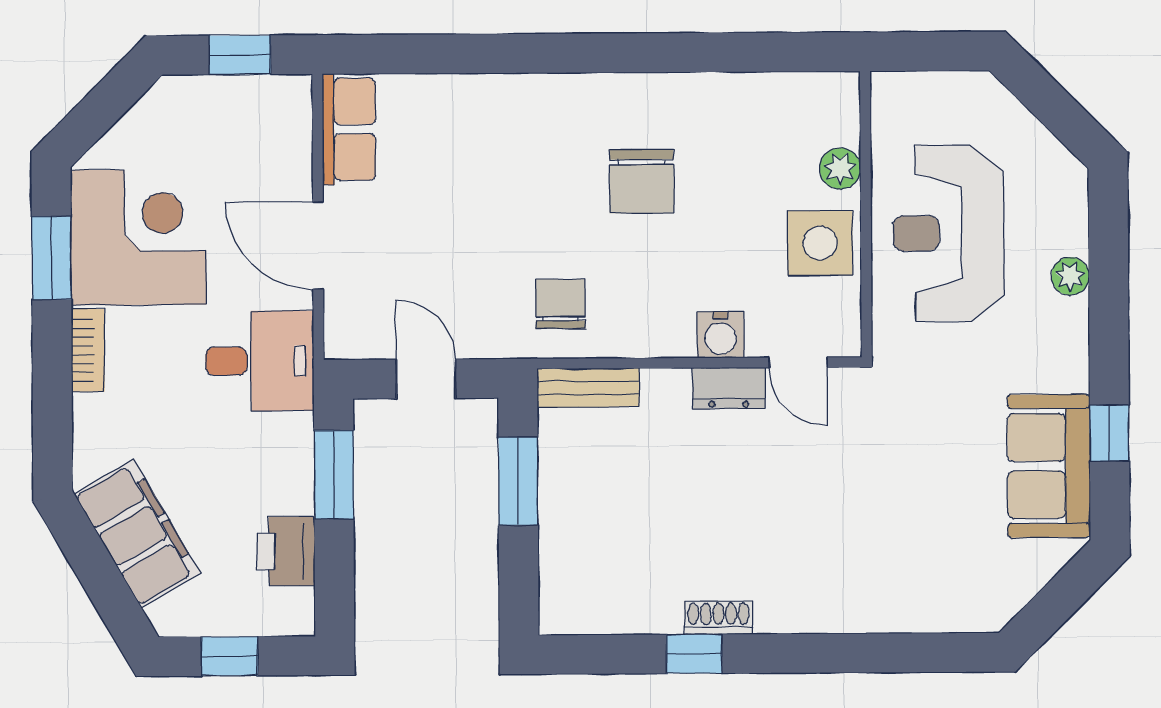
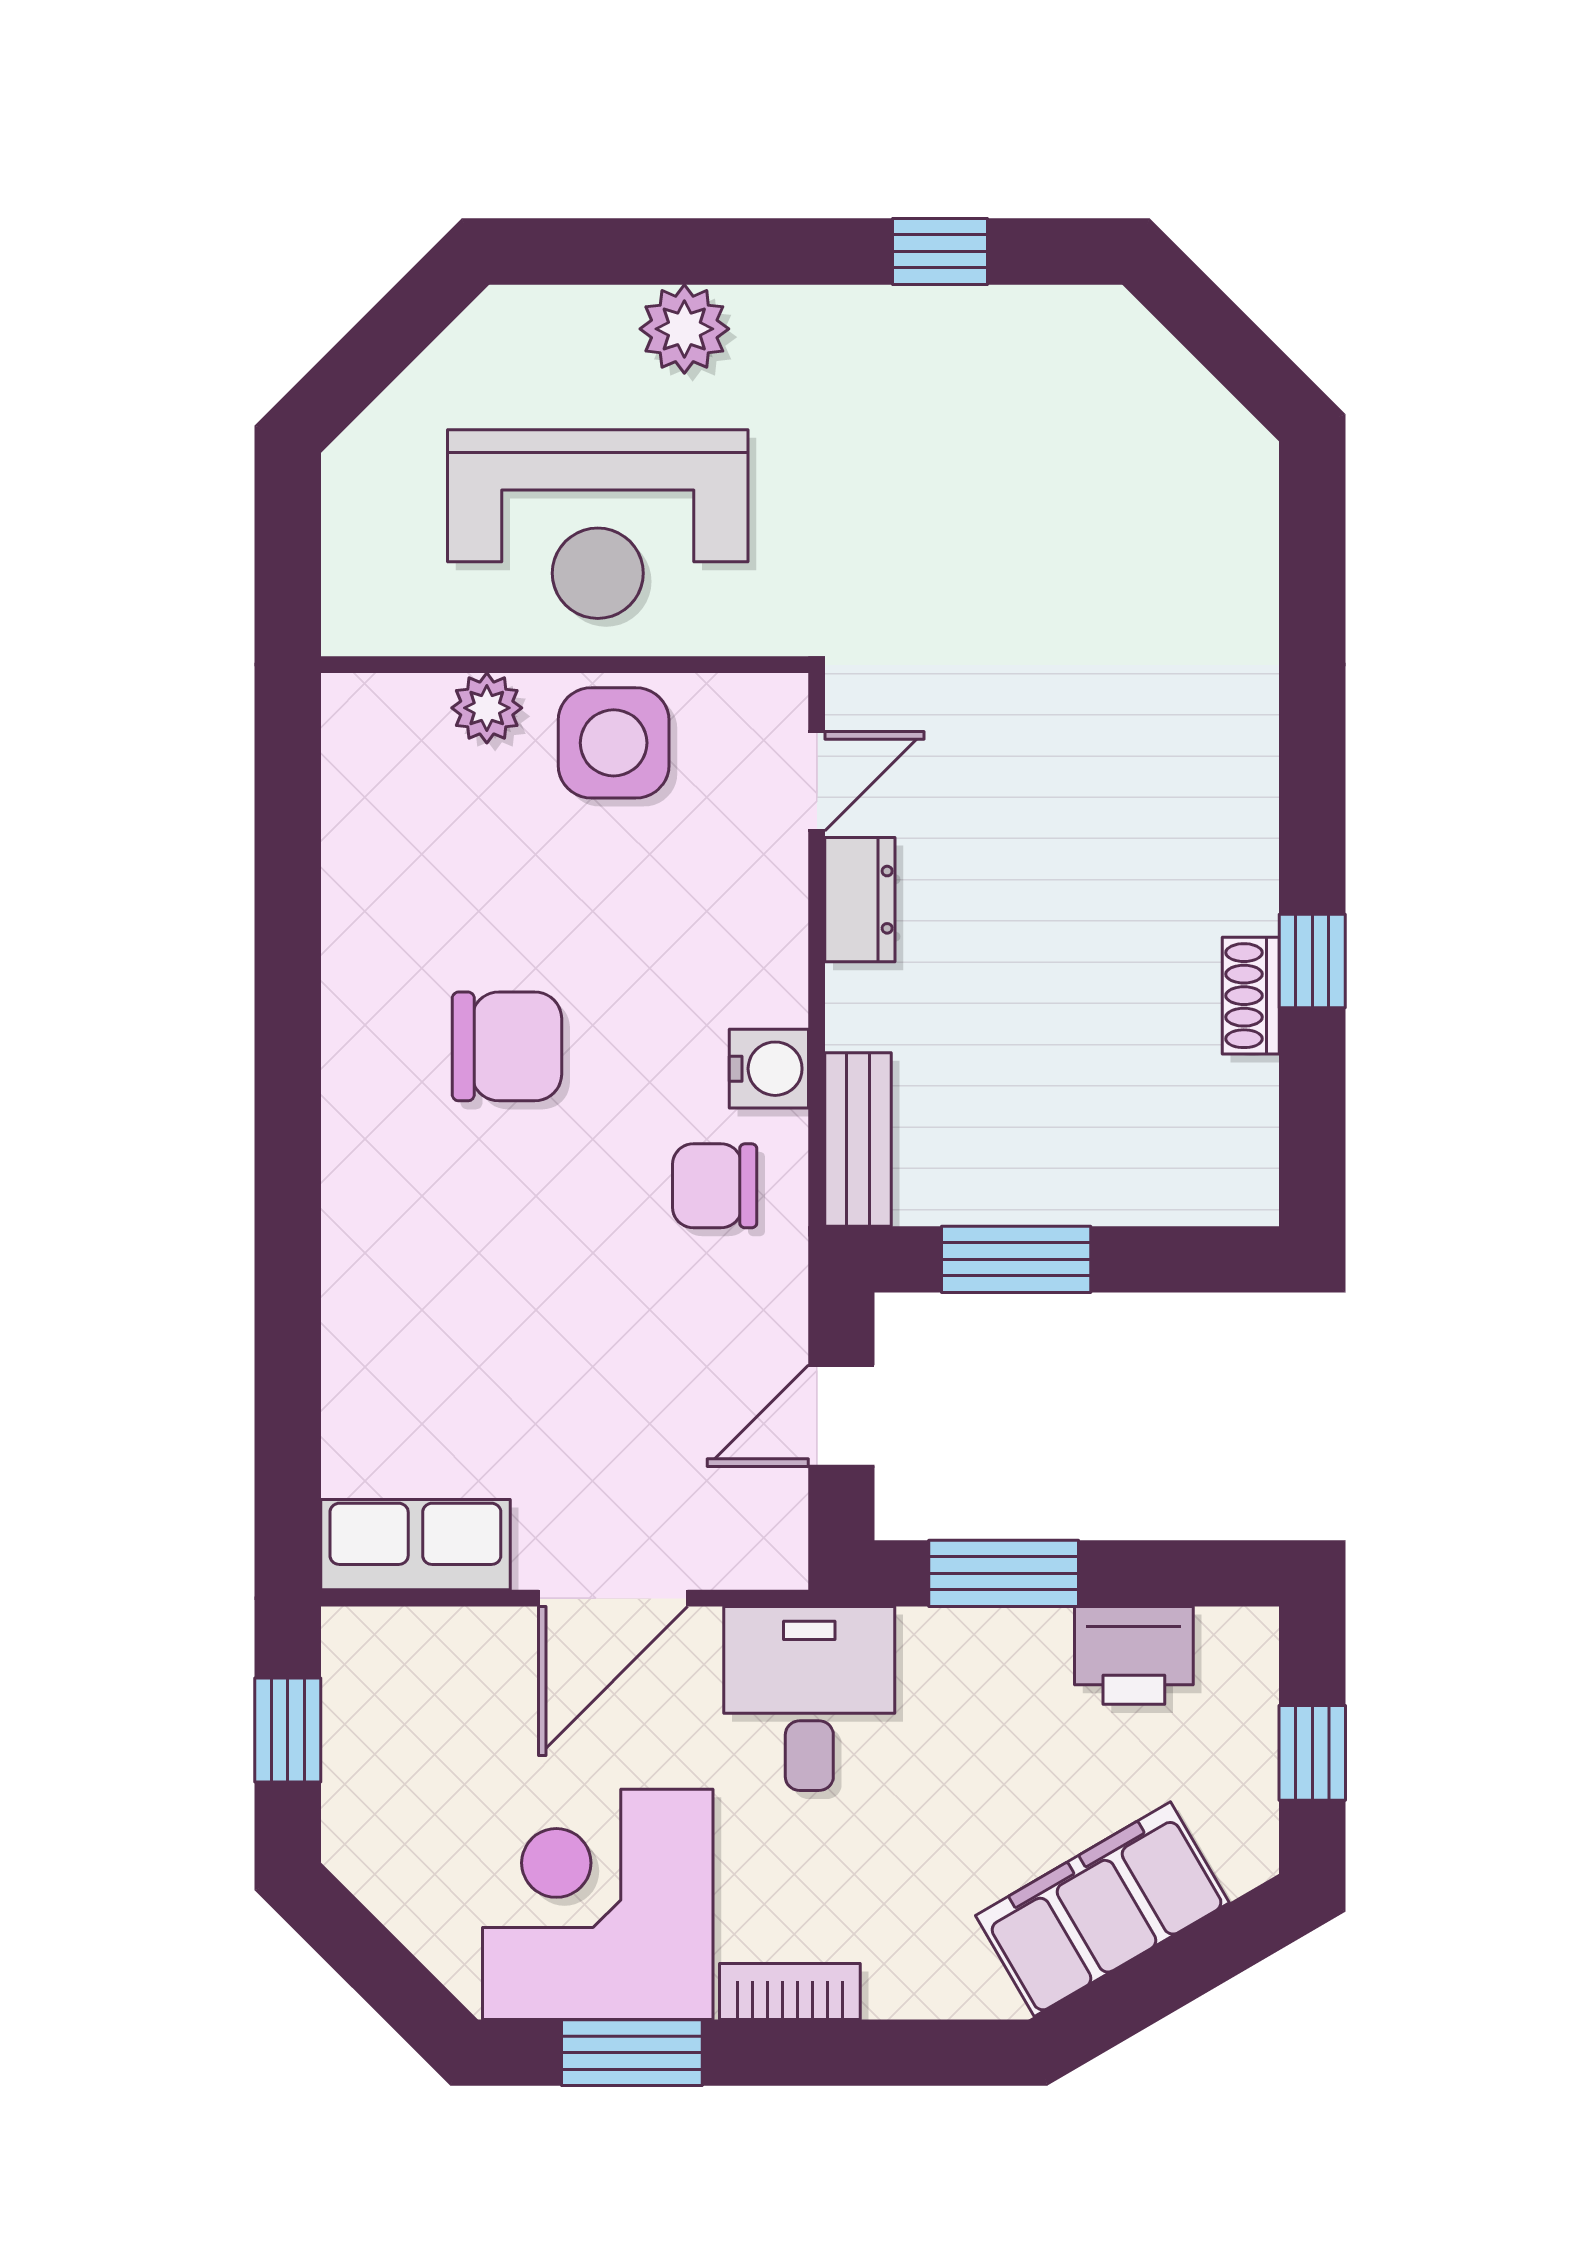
plant: (1070, 276) -> (684, 329), width x1.38, depth x1.38
water cooler: (720, 335) -> (769, 1069), moved
sofa: (1049, 466) -> (995, 355), removed
shoe rack: (718, 618) -> (1251, 996), moved

